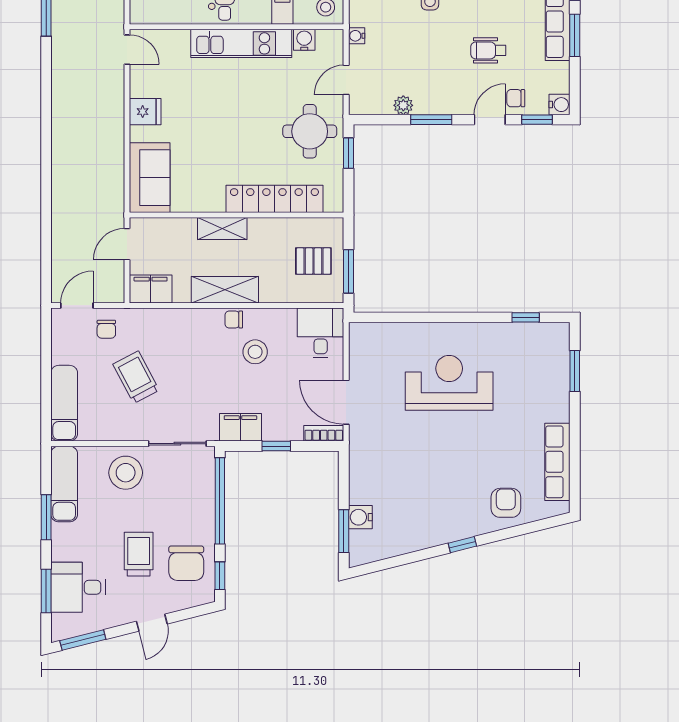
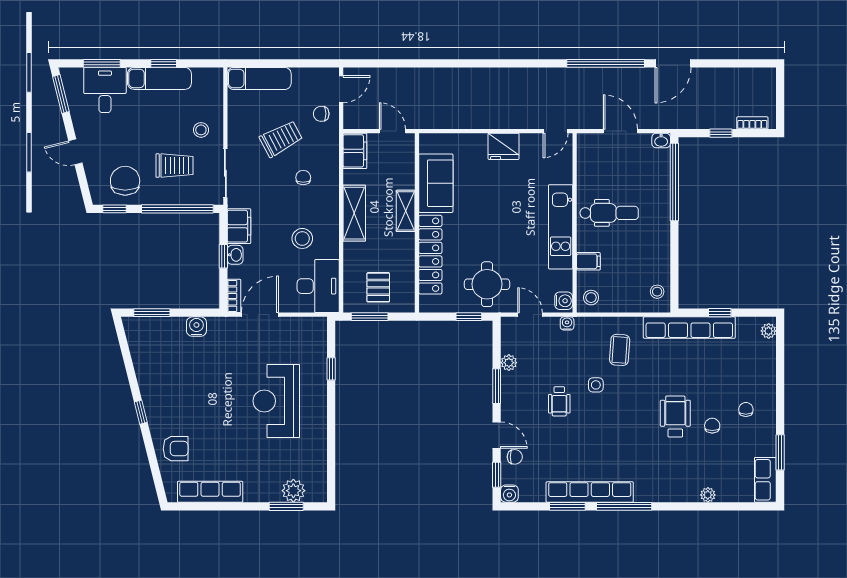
water cooler: (304, 40) -> (564, 301), moved
wheelchair: (488, 50) -> (559, 401), moved, turned 180
chair: (516, 98) -> (515, 457), turned 90
fridge: (145, 112) -> (504, 146), width x1.38
sofa: (150, 178) -> (436, 183), moved, turned -90
door: (77, 305) -> (341, 89), hinge flipped
window: (526, 317) -> (331, 369), moved
chair: (234, 320) -> (303, 177), moved
desk: (321, 333) -> (318, 286), width x1.37
plant: (556, 362) -> (293, 491), added
reception desk: (449, 383) -> (276, 401), turned 180
washbasin: (275, 432) -> (235, 255), added
stool: (126, 473) -> (201, 130), width x0.53, depth x0.53
exam couch: (64, 484) -> (159, 78), moved
window: (46, 517) -> (164, 63), width x0.67
water cooler: (360, 517) -> (196, 327), moved
trolley: (139, 554) -> (174, 166), moved
chair: (186, 563) -> (125, 181), turned 90

